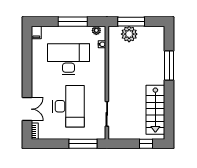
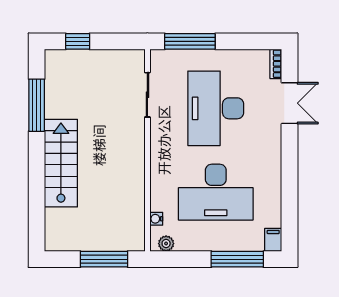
window: (73, 22) -> (237, 259), moved
plant: (129, 34) -> (108, 237), removed
window: (169, 66) -> (37, 105), moved
double door: (27, 109) -> (290, 103), swing flipped
stairs: (155, 110) -> (61, 163), moved

